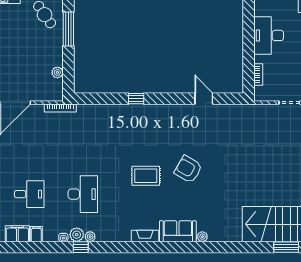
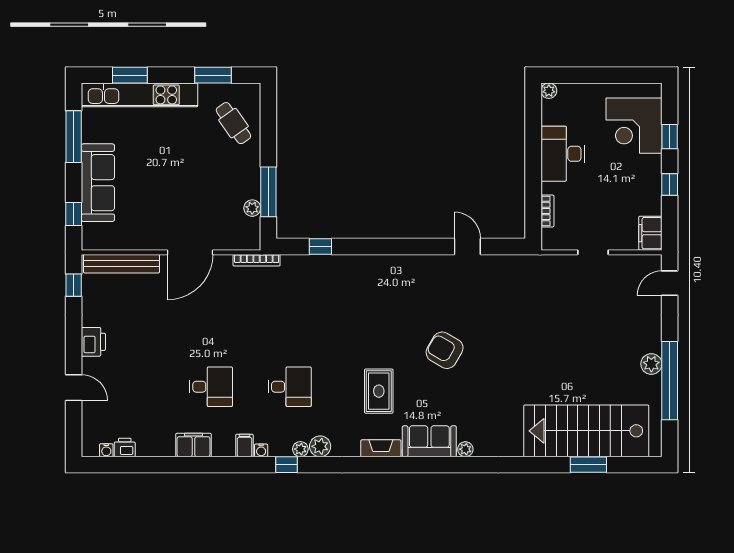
window: (68, 29) -> (268, 192), moved
window: (136, 99) -> (320, 246), moved
rug: (146, 176) -> (379, 391), moved, turned 90
desk: (83, 194) -> (290, 387), width x0.73
filing cabinet: (36, 234) -> (244, 445), moved
plant: (77, 235) -> (320, 446), moved

